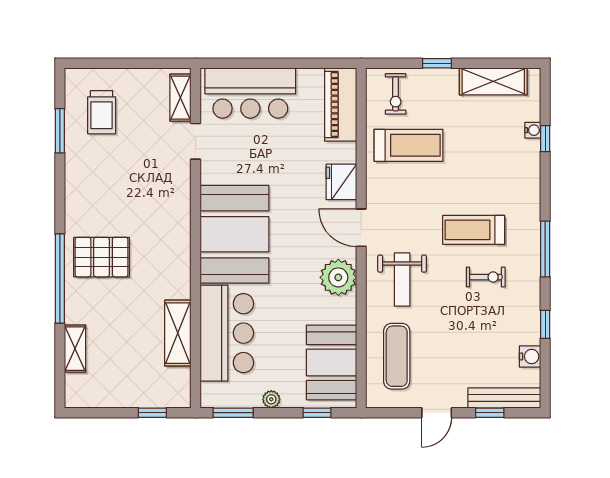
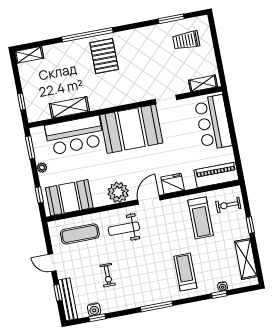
doorway: (196, 141) -> (166, 99), moved
treadmill: (474, 230) -> (185, 272), moved
exercise bike: (486, 277) -> (108, 275), moved
window: (545, 324) -> (97, 318), moved
shelving: (75, 349) -> (29, 55), moved

